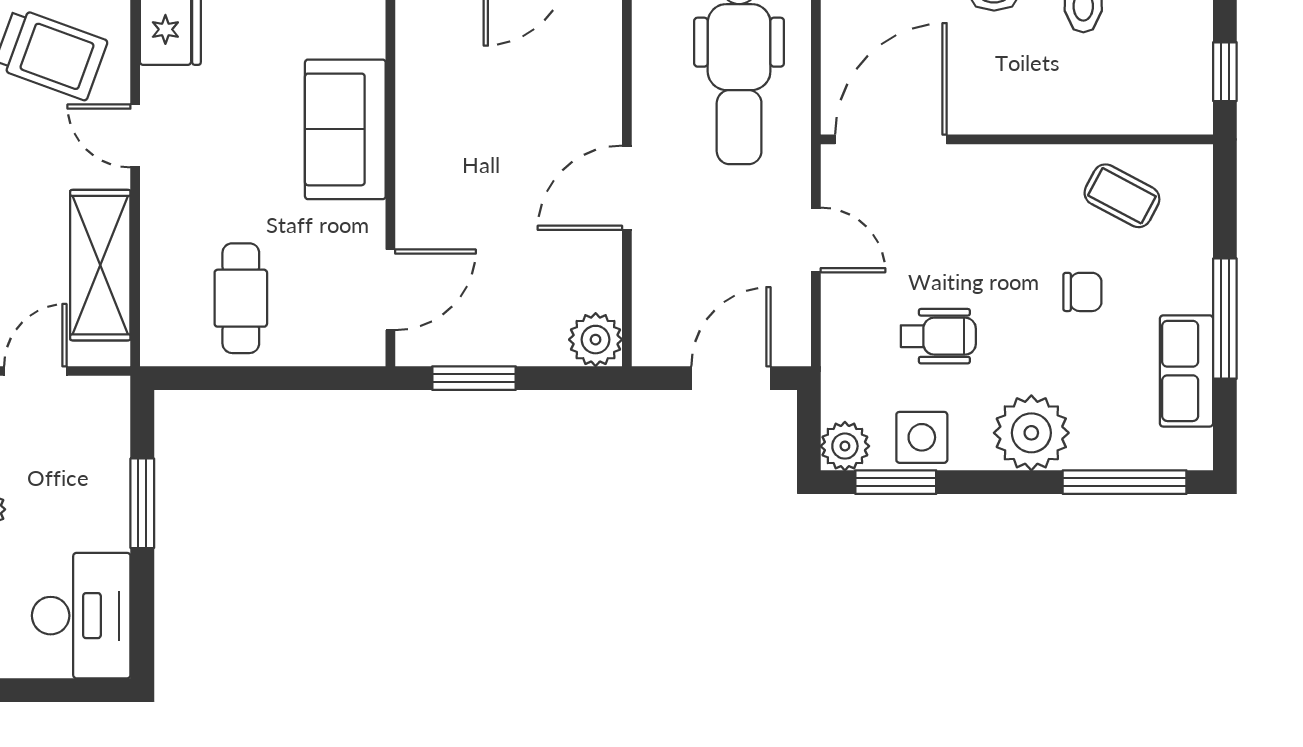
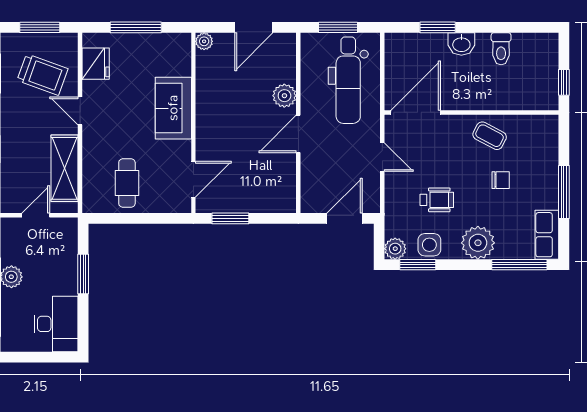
coffee table: (1122, 196) -> (490, 136), moved
plant: (596, 340) -> (284, 96), moved
row of seats: (1186, 371) -> (547, 235), moved

